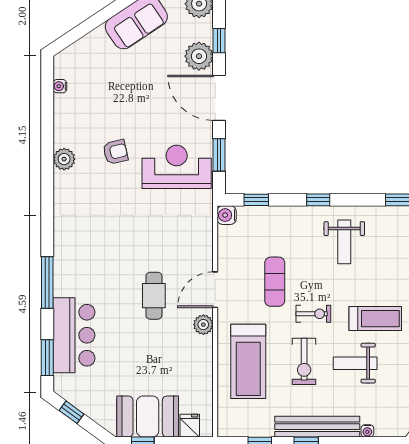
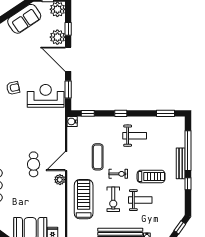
weight bench: (344, 242) -> (135, 136), turned -90
treadmill: (248, 361) -> (84, 199), turned 180
weight bench: (355, 363) -> (140, 200), turned 180

